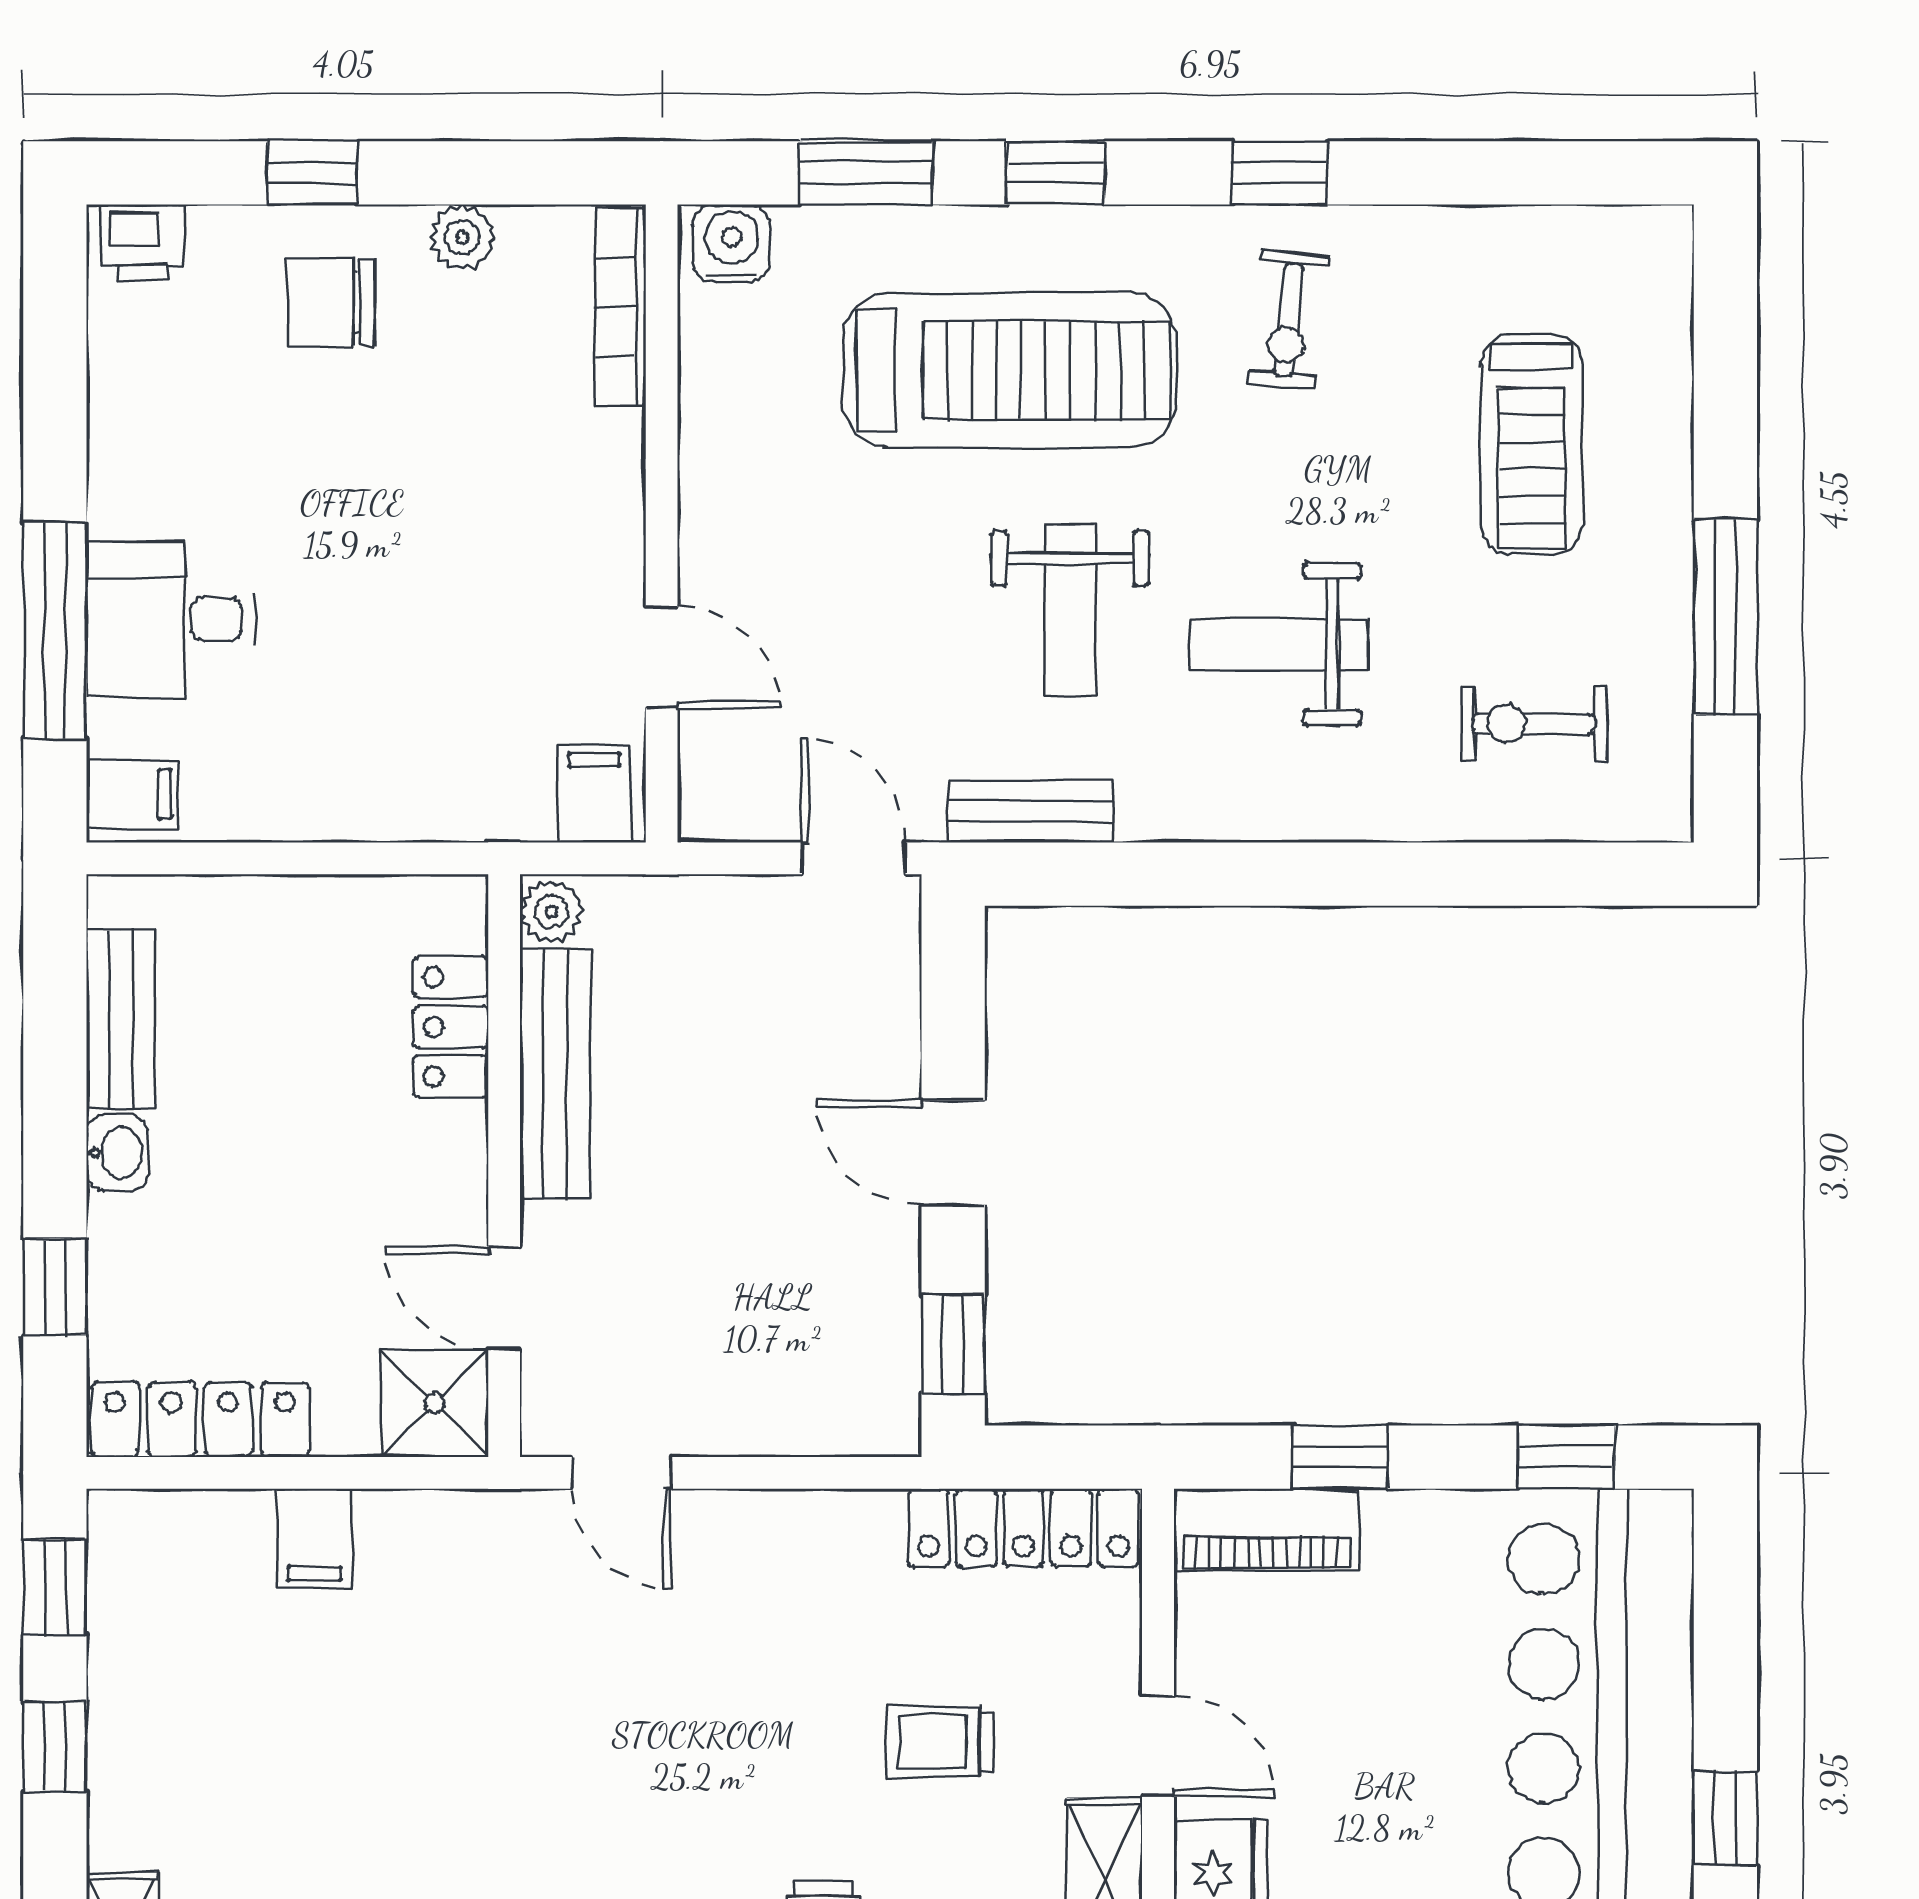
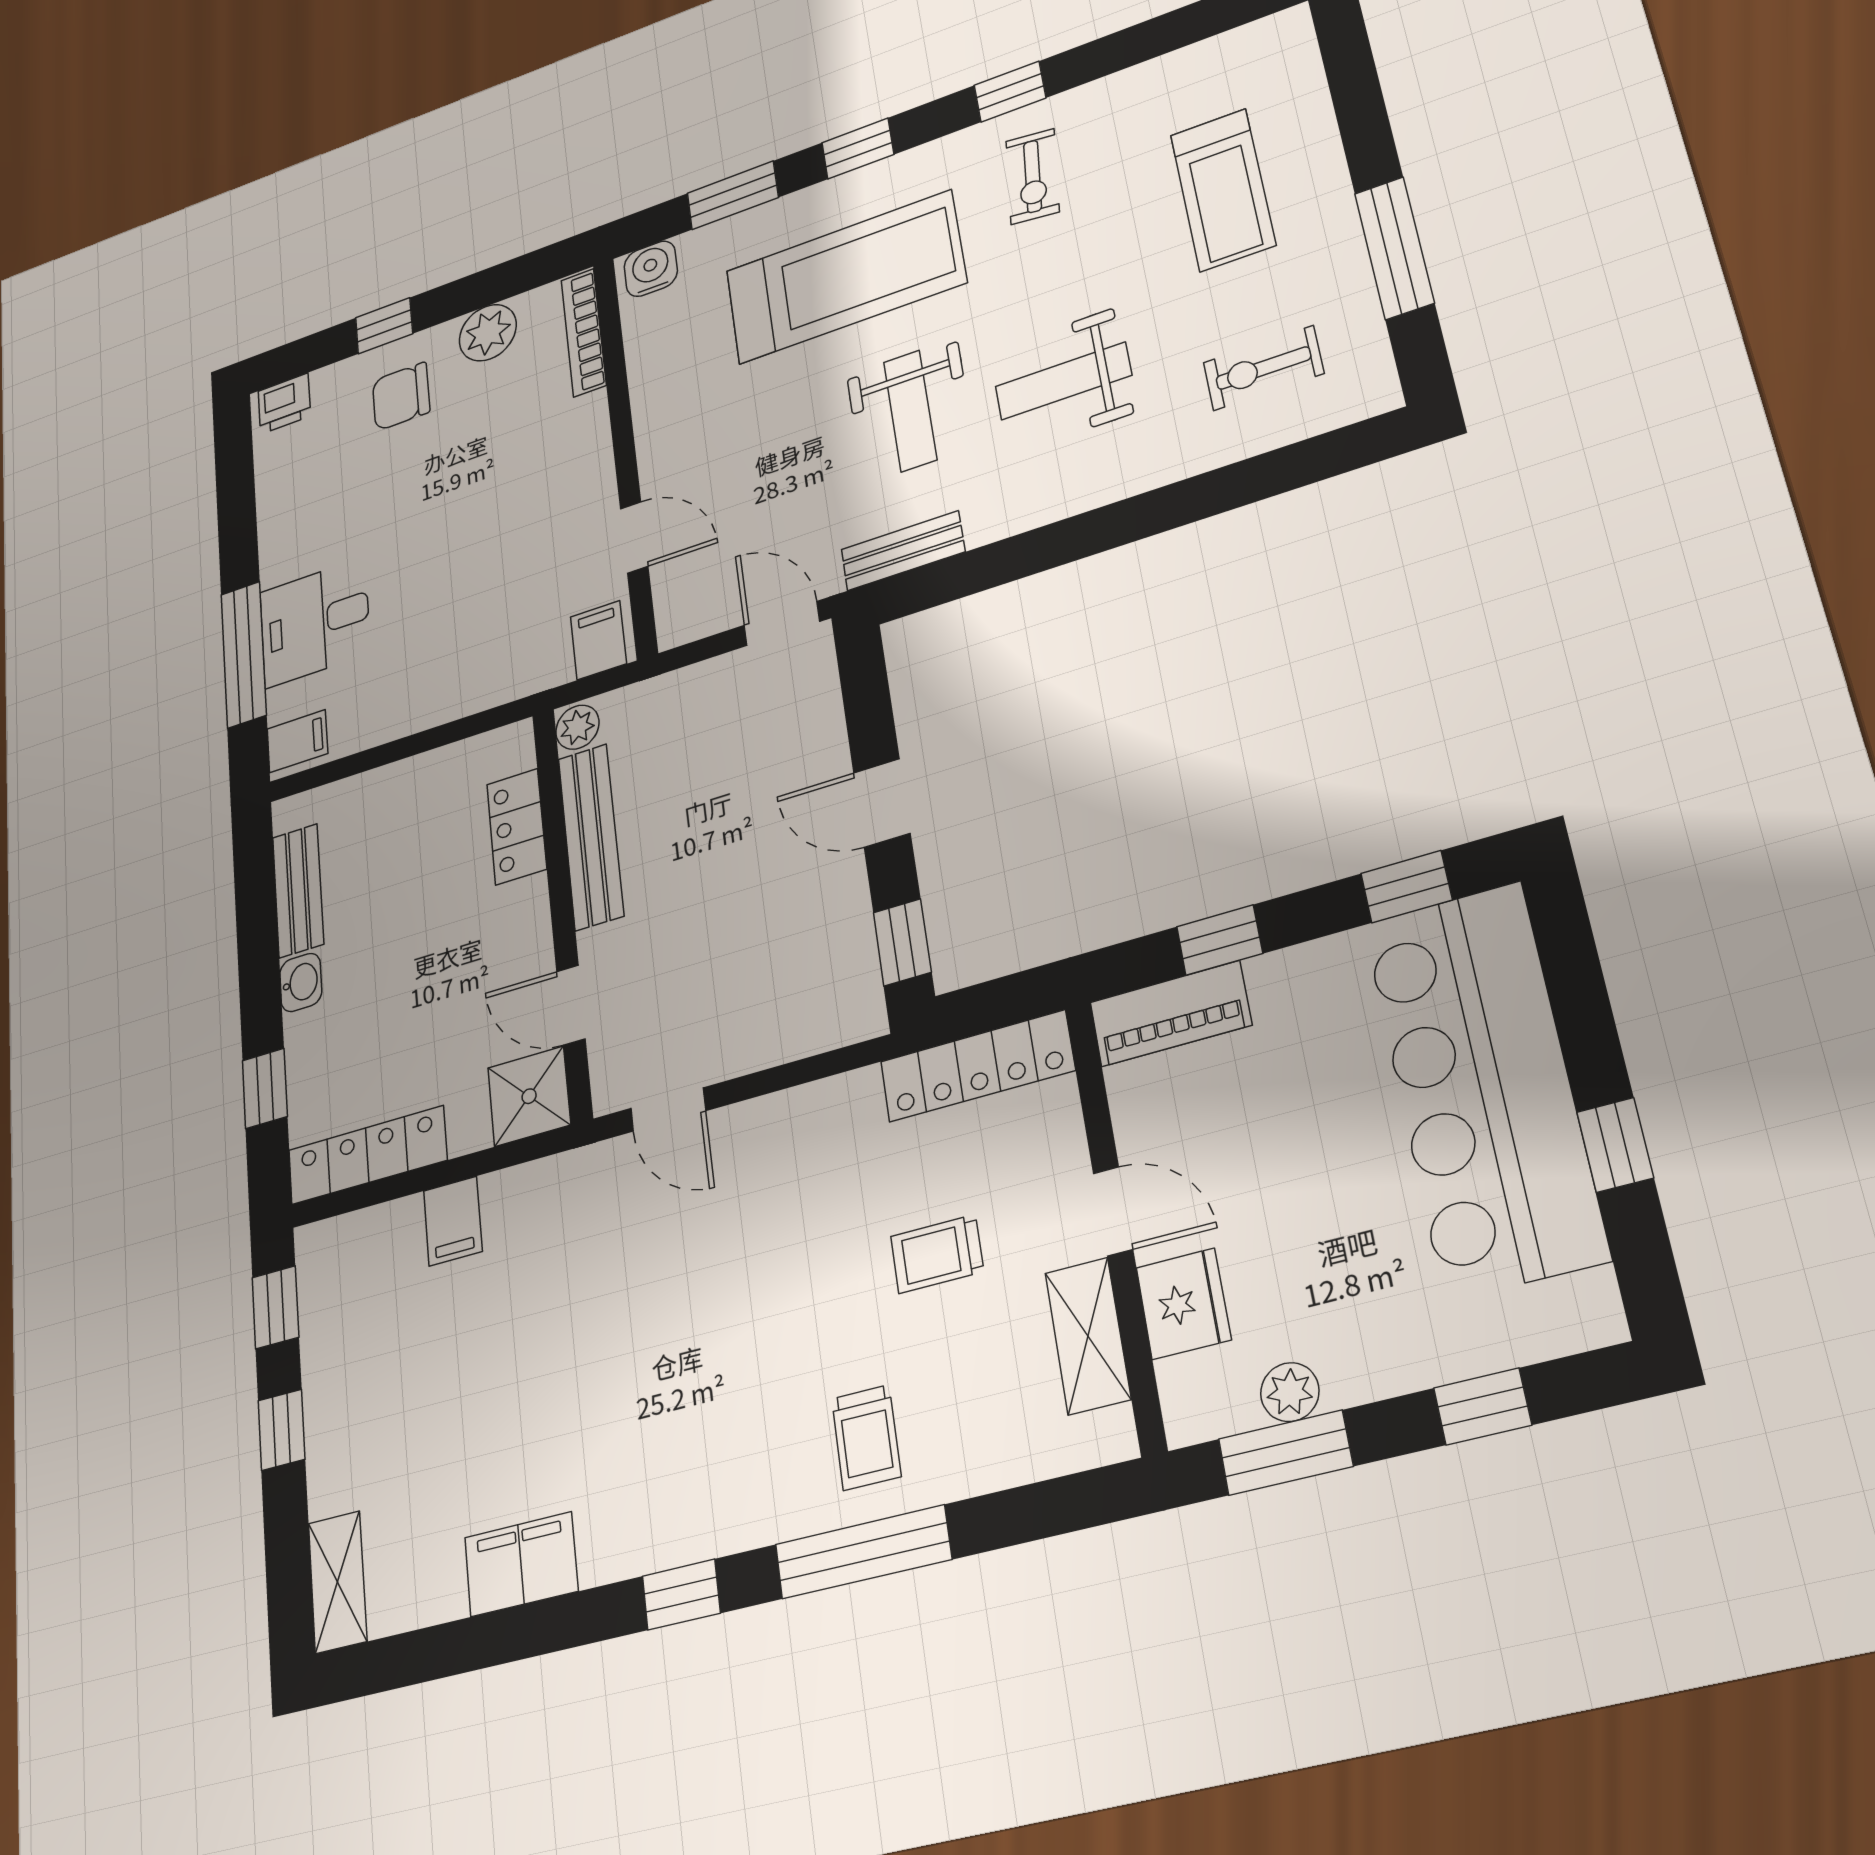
plant: (462, 237) -> (488, 333), width x1.38, depth x1.38

